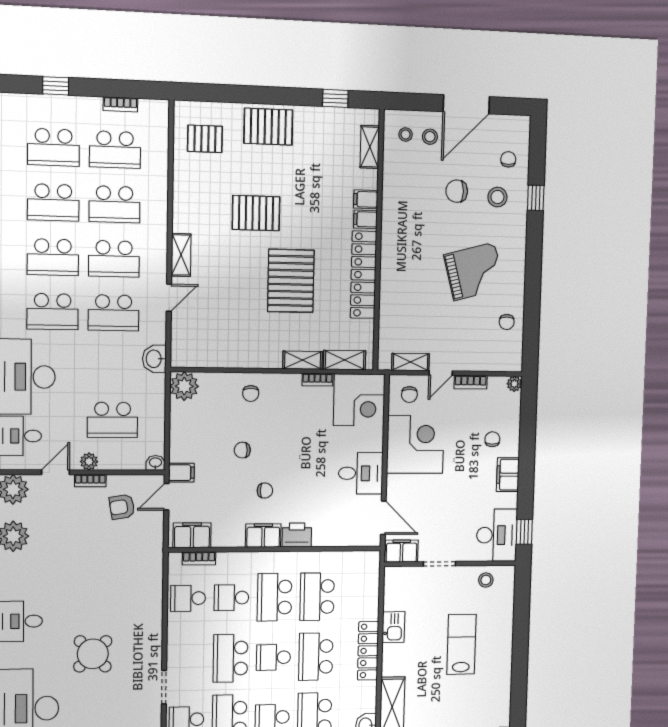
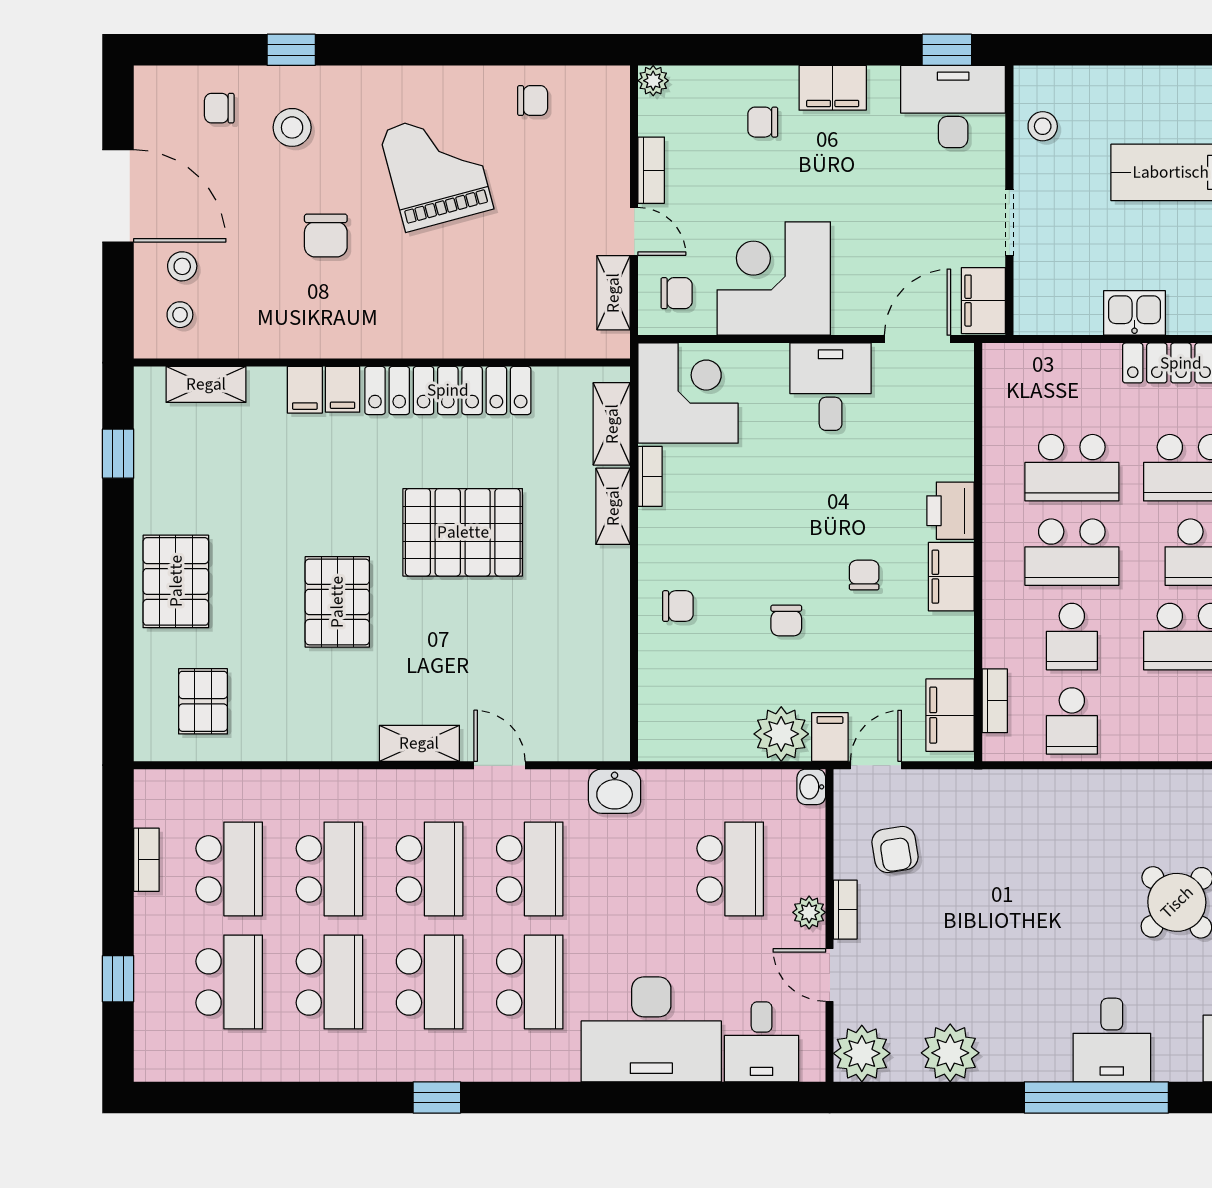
chair: (457, 191) -> (326, 235), moved
plant: (184, 386) -> (781, 734), moved
door: (166, 497) -> (876, 765), swing flipped

